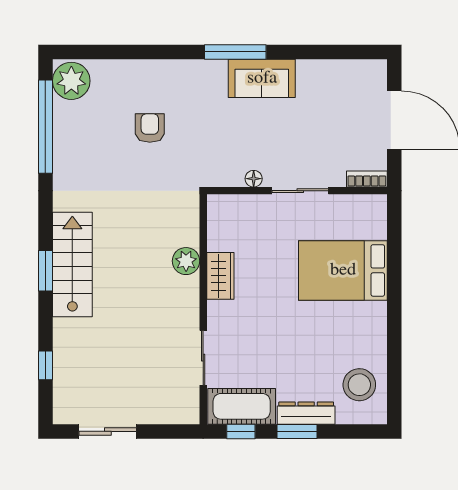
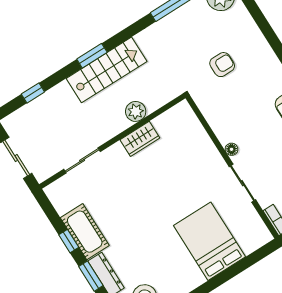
plant: (186, 261) -> (136, 111), moved
wardrobe: (220, 276) -> (140, 139), moved
wall: (203, 309) -> (112, 141), moved
sliding door: (203, 358) -> (82, 160), moved

